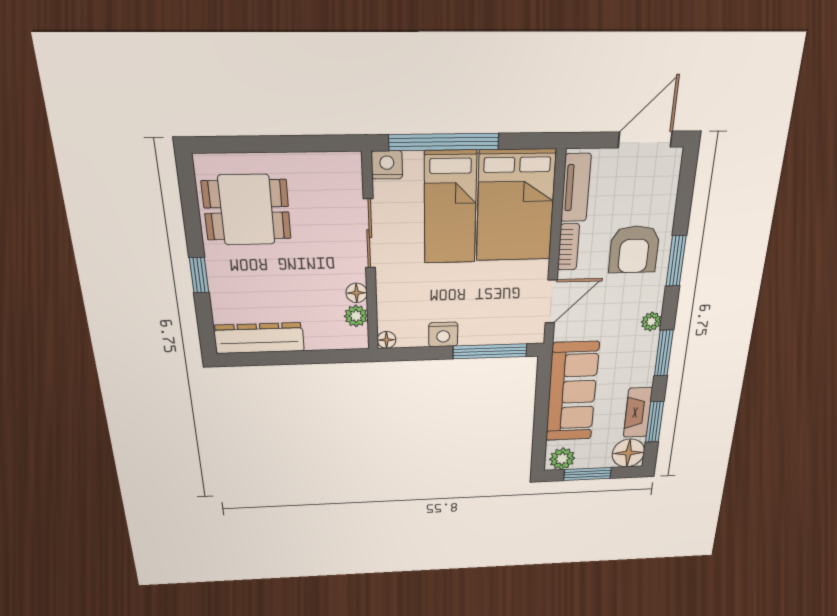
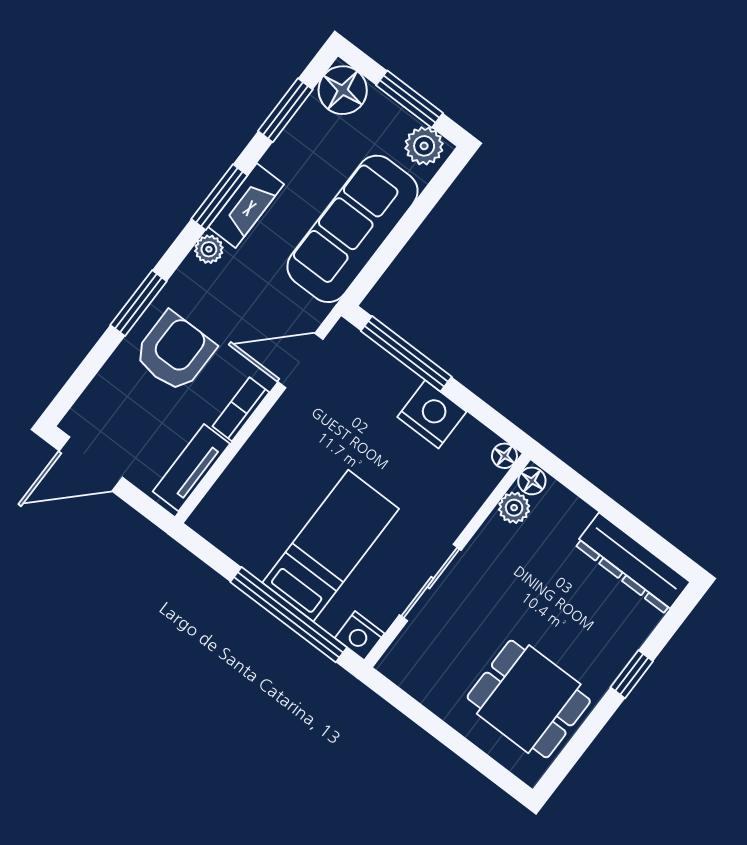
bed: (515, 206) -> (265, 496), removed
floor lamp: (357, 293) -> (532, 481), moved
nightstand: (443, 334) -> (432, 414), width x1.36, depth x1.33
fireplace: (638, 413) -> (246, 206), moved

